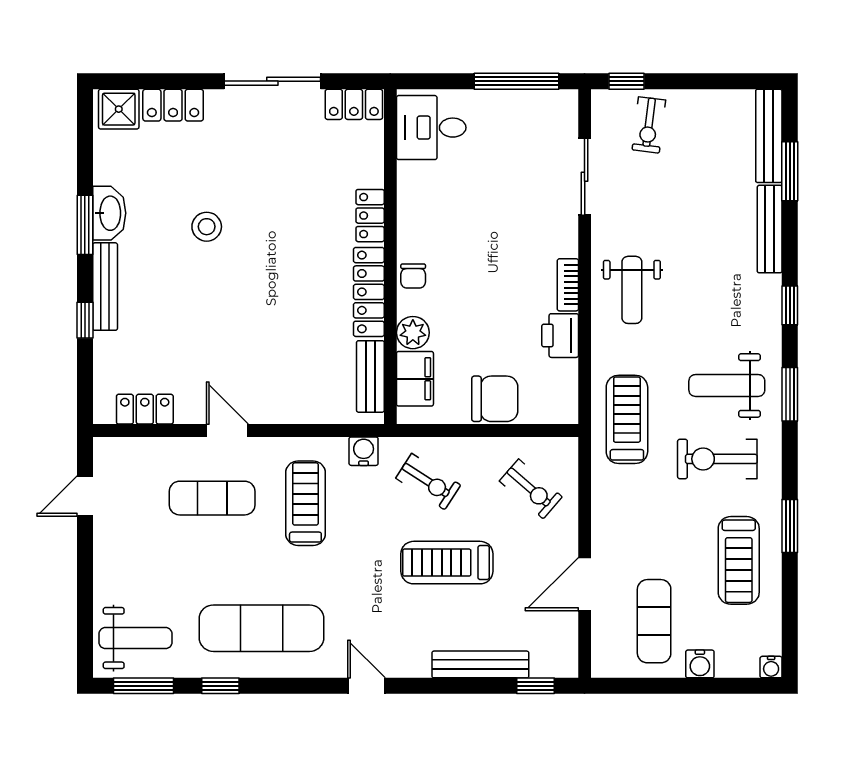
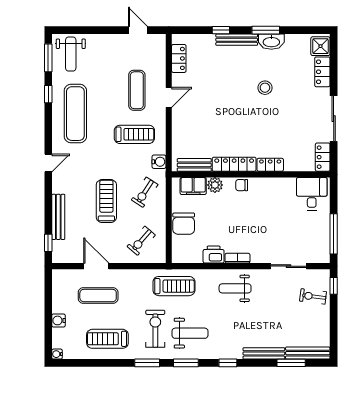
weight bench: (727, 385) -> (190, 333), turned 90
window: (790, 526) -> (147, 363), moved
exercise mat: (654, 621) -> (98, 296), moved

